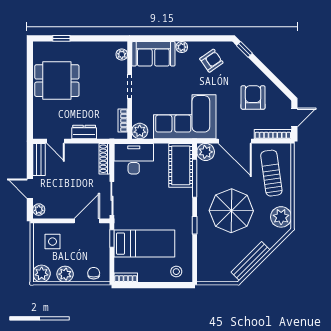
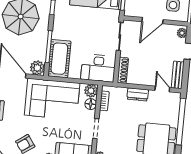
window: (30, 105) -> (181, 122), added
floor lamp: (139, 115) -> (91, 104), added
door: (87, 221) -> (152, 21), moved

